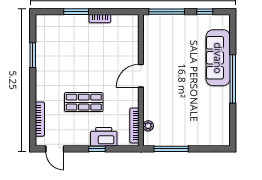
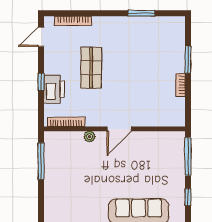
door: (141, 76) -> (119, 129), swing flipped
plant: (148, 126) -> (90, 137), moved

